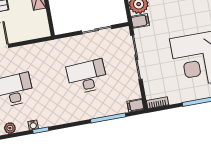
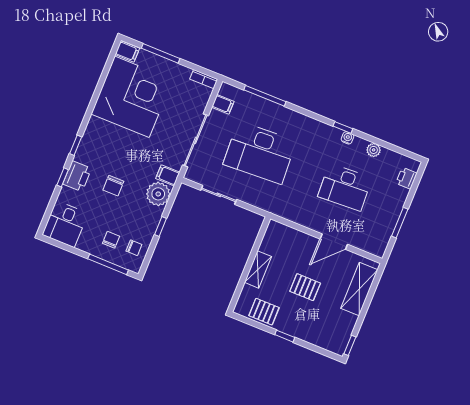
desk: (87, 77) -> (260, 153), width x1.36, depth x1.30
filing cabinet: (135, 105) -> (223, 104), moved

